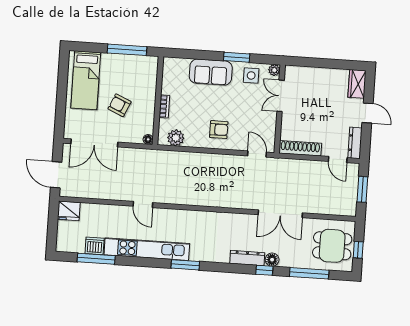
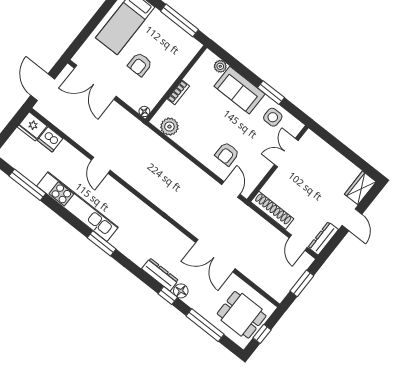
plant: (274, 70) -> (220, 66), moved
armchair: (120, 105) -> (140, 64), turned -114
armchair: (219, 130) -> (227, 154), moved, turned 90
dishwasher: (95, 246) -> (50, 139), moved, turned 180

